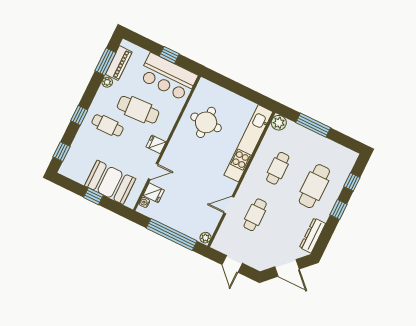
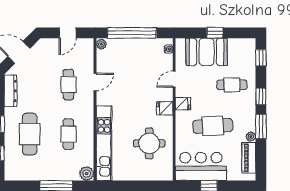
window: (105, 62) -> (261, 127), moved
cafe table: (108, 125) -> (232, 85), moved
fridge: (154, 193) -> (165, 108), moved
door: (232, 264) -> (68, 33), swing flipped

